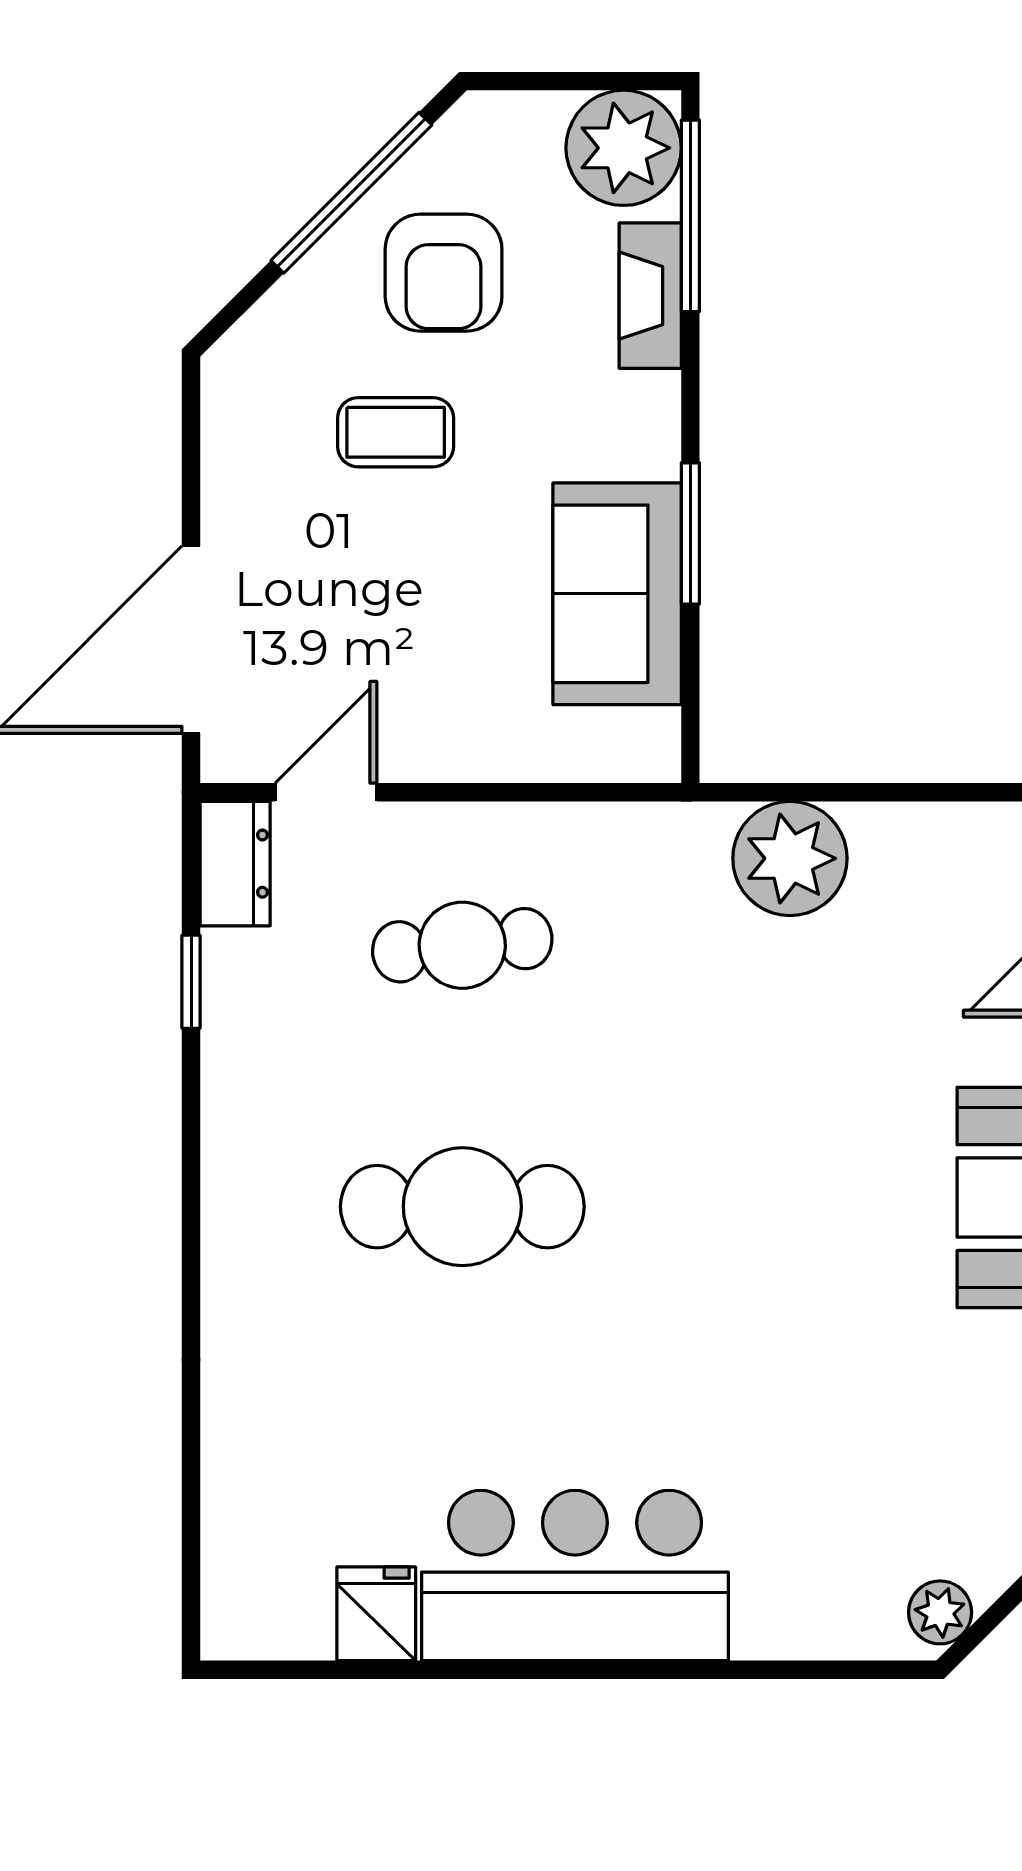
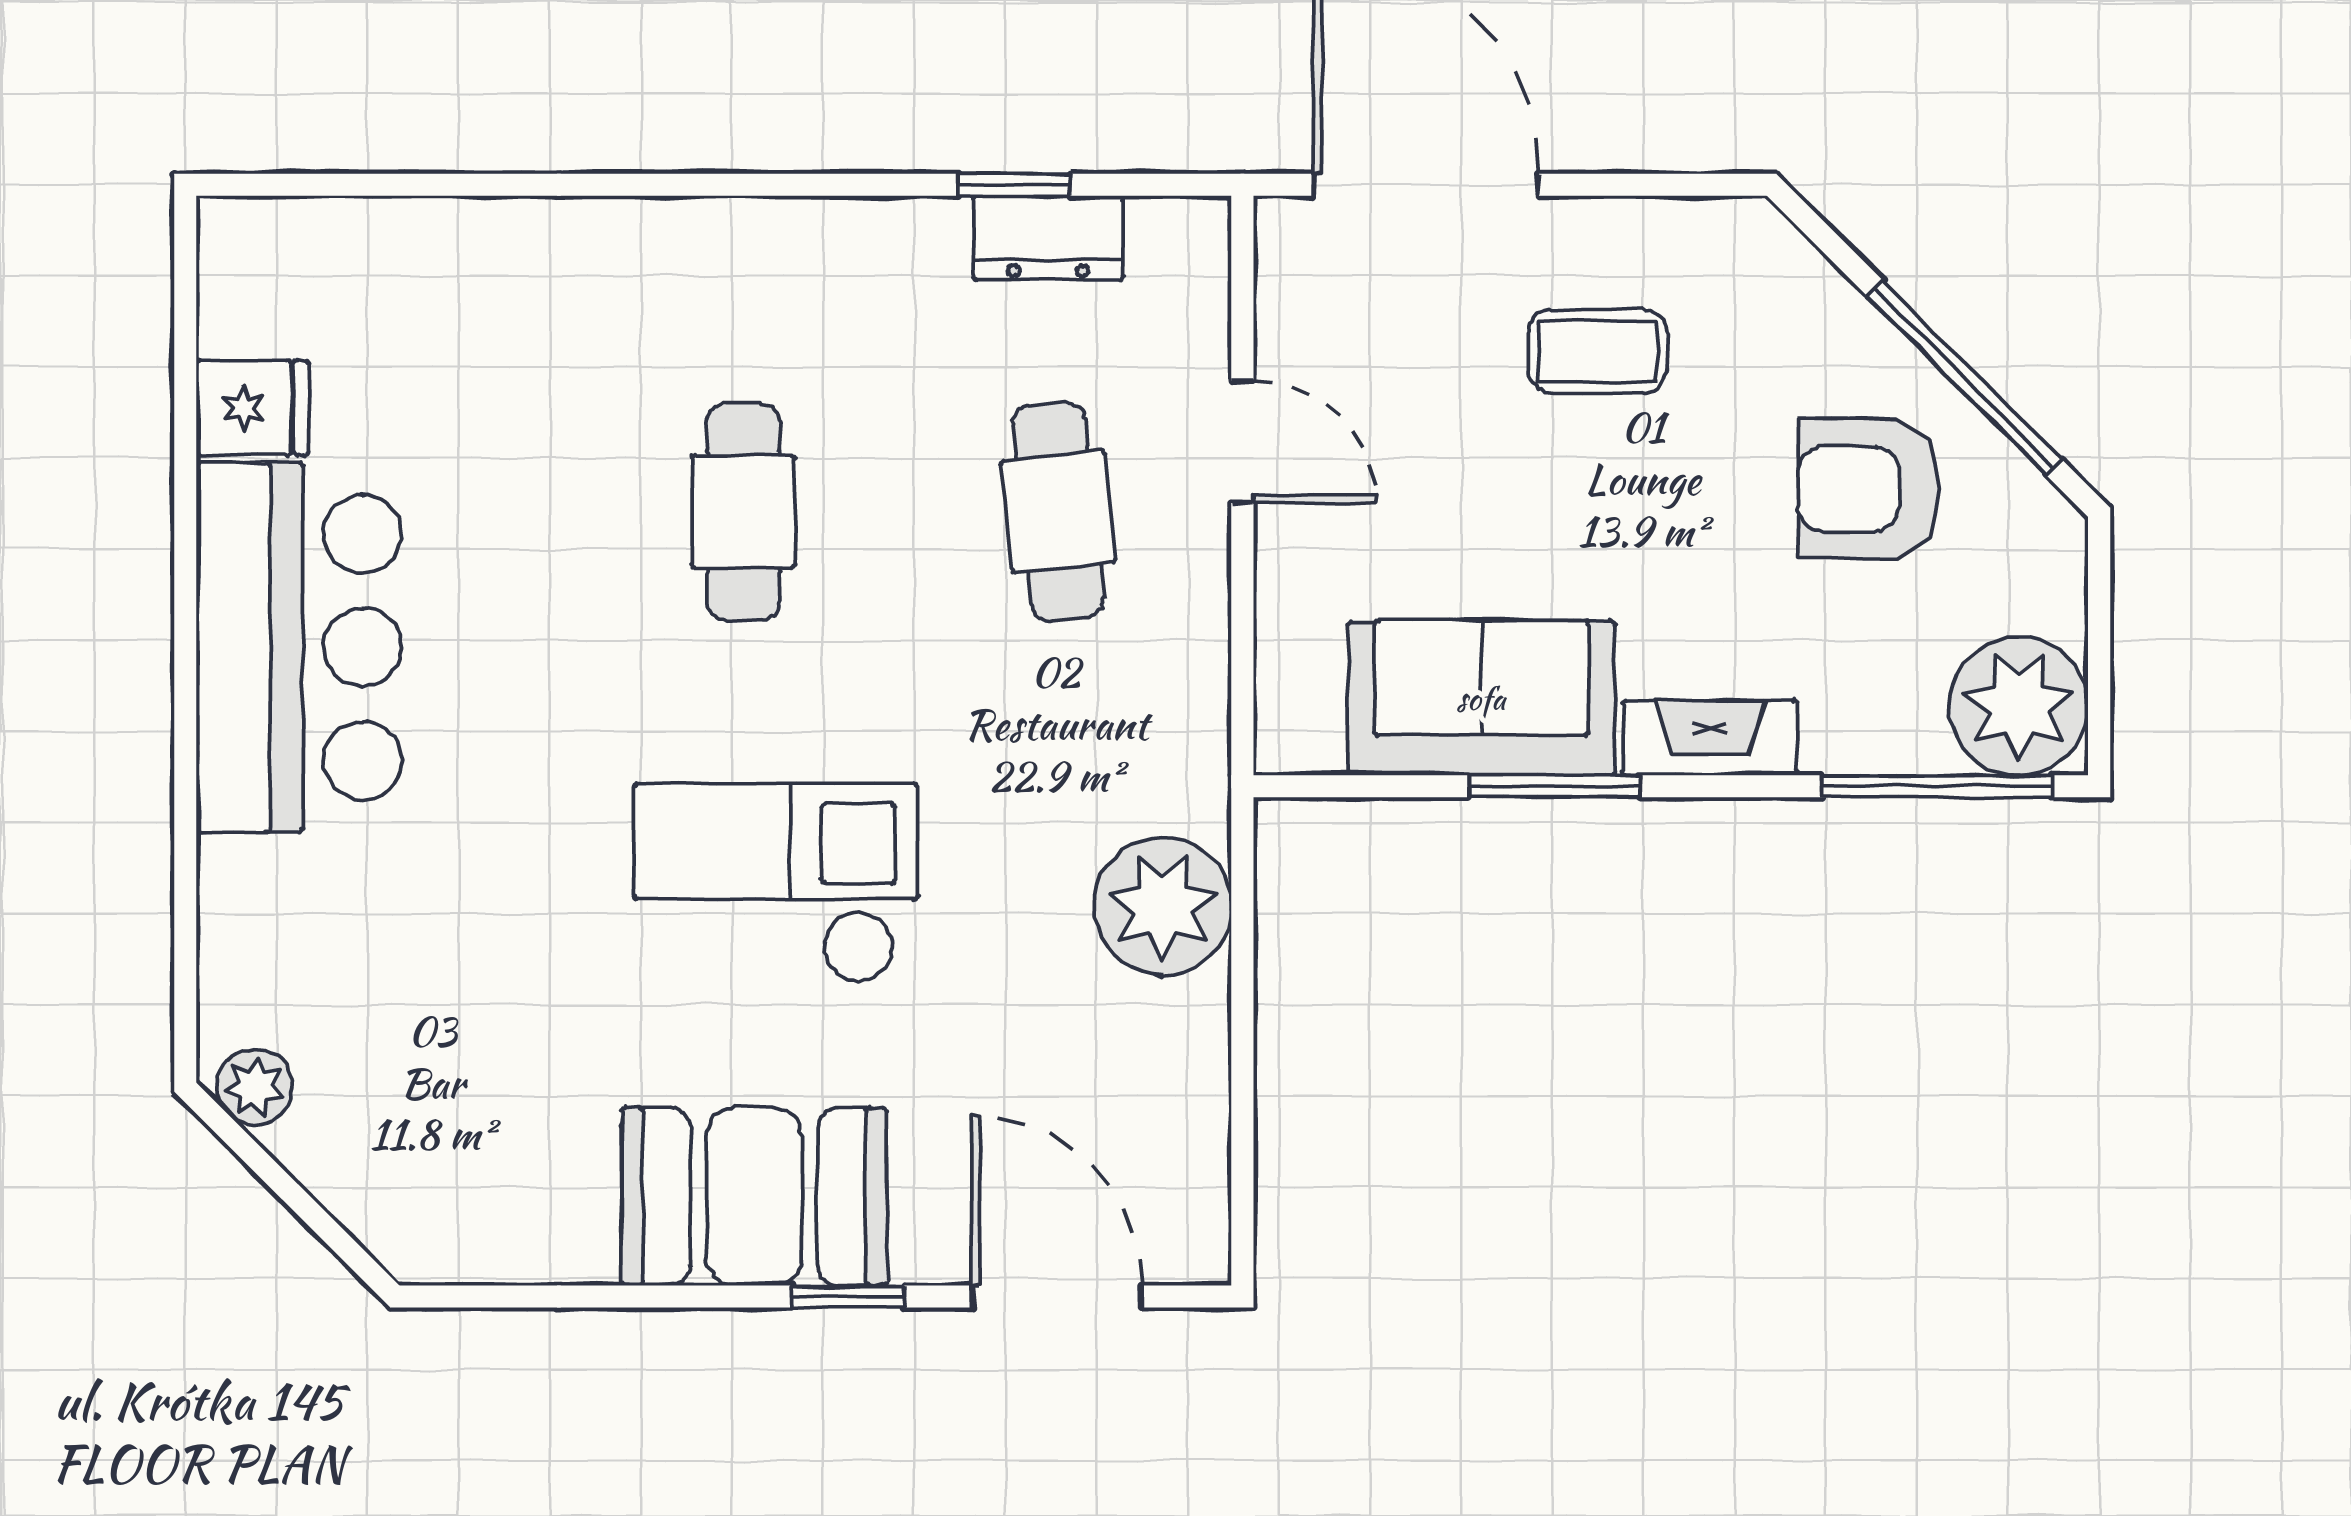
fireplace: (650, 296) -> (1710, 738), moved
coffee table: (396, 432) -> (1597, 351), moved, turned 90
door: (326, 792) -> (1242, 442), moved
dresser: (235, 864) -> (1048, 238), moved
checkout: (771, 1179) -> (776, 883), added
cafe table: (462, 1207) -> (743, 511), width x0.73, depth x0.74

